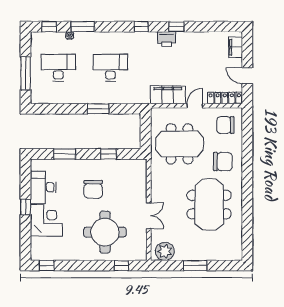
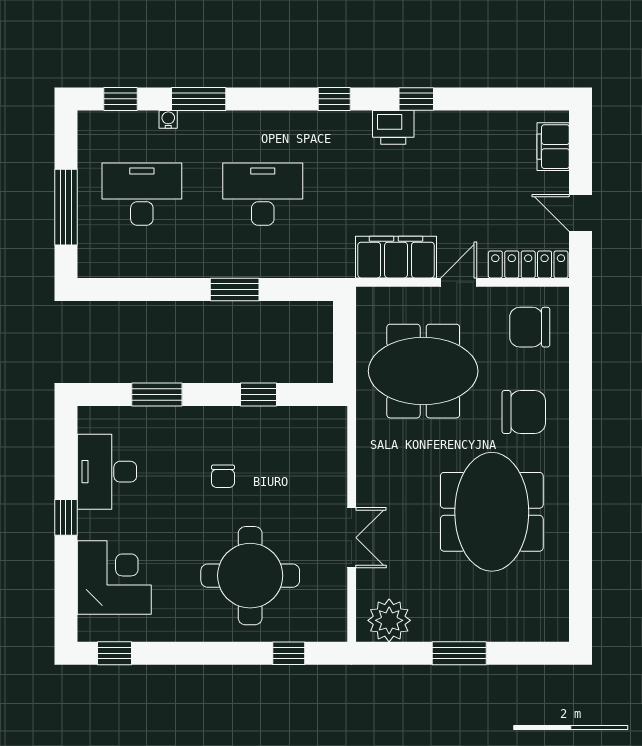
chair: (93, 189) -> (223, 476), width x0.54, depth x0.54
corner desk: (46, 220) -> (114, 578), moved

